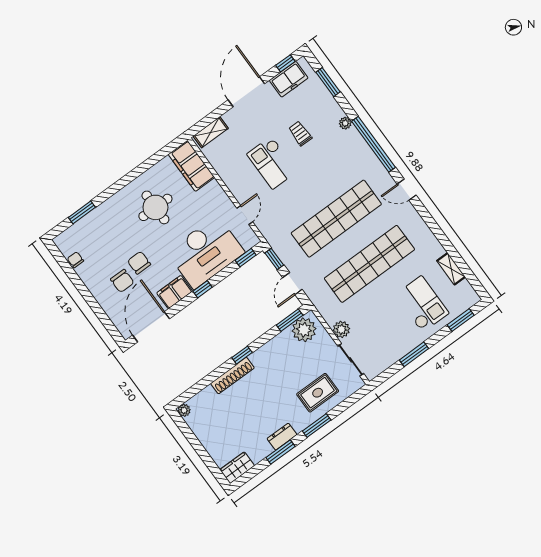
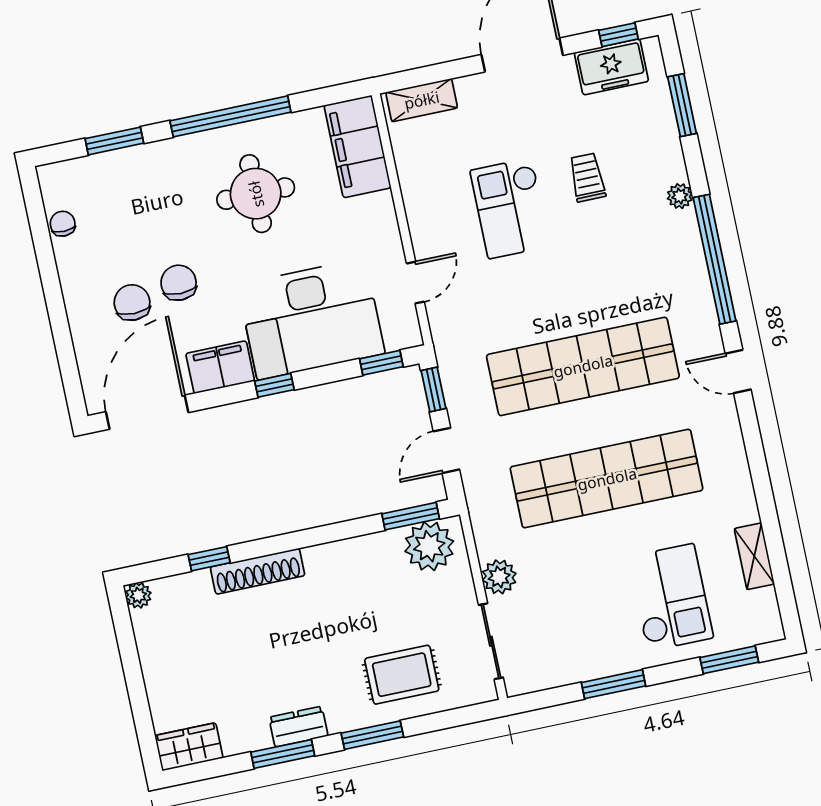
window: (129, 178) -> (230, 116), added
chair: (122, 281) -> (132, 303), turned 180
window: (242, 355) -> (209, 559), moved

